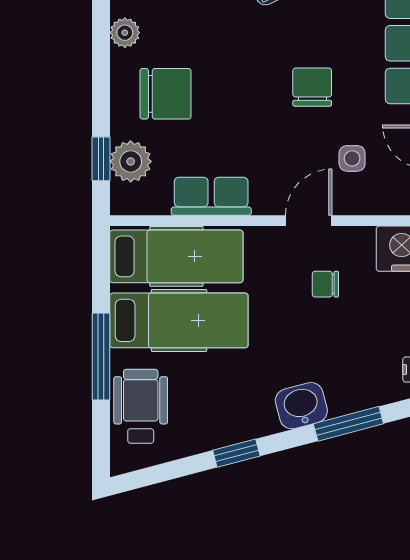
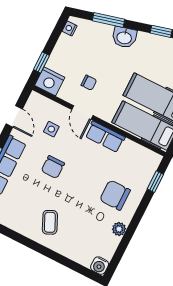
plant: (131, 161) -> (144, 174), removed
row of seats: (211, 196) -> (105, 137), moved
door: (309, 221) -> (82, 112), hinge flipped

